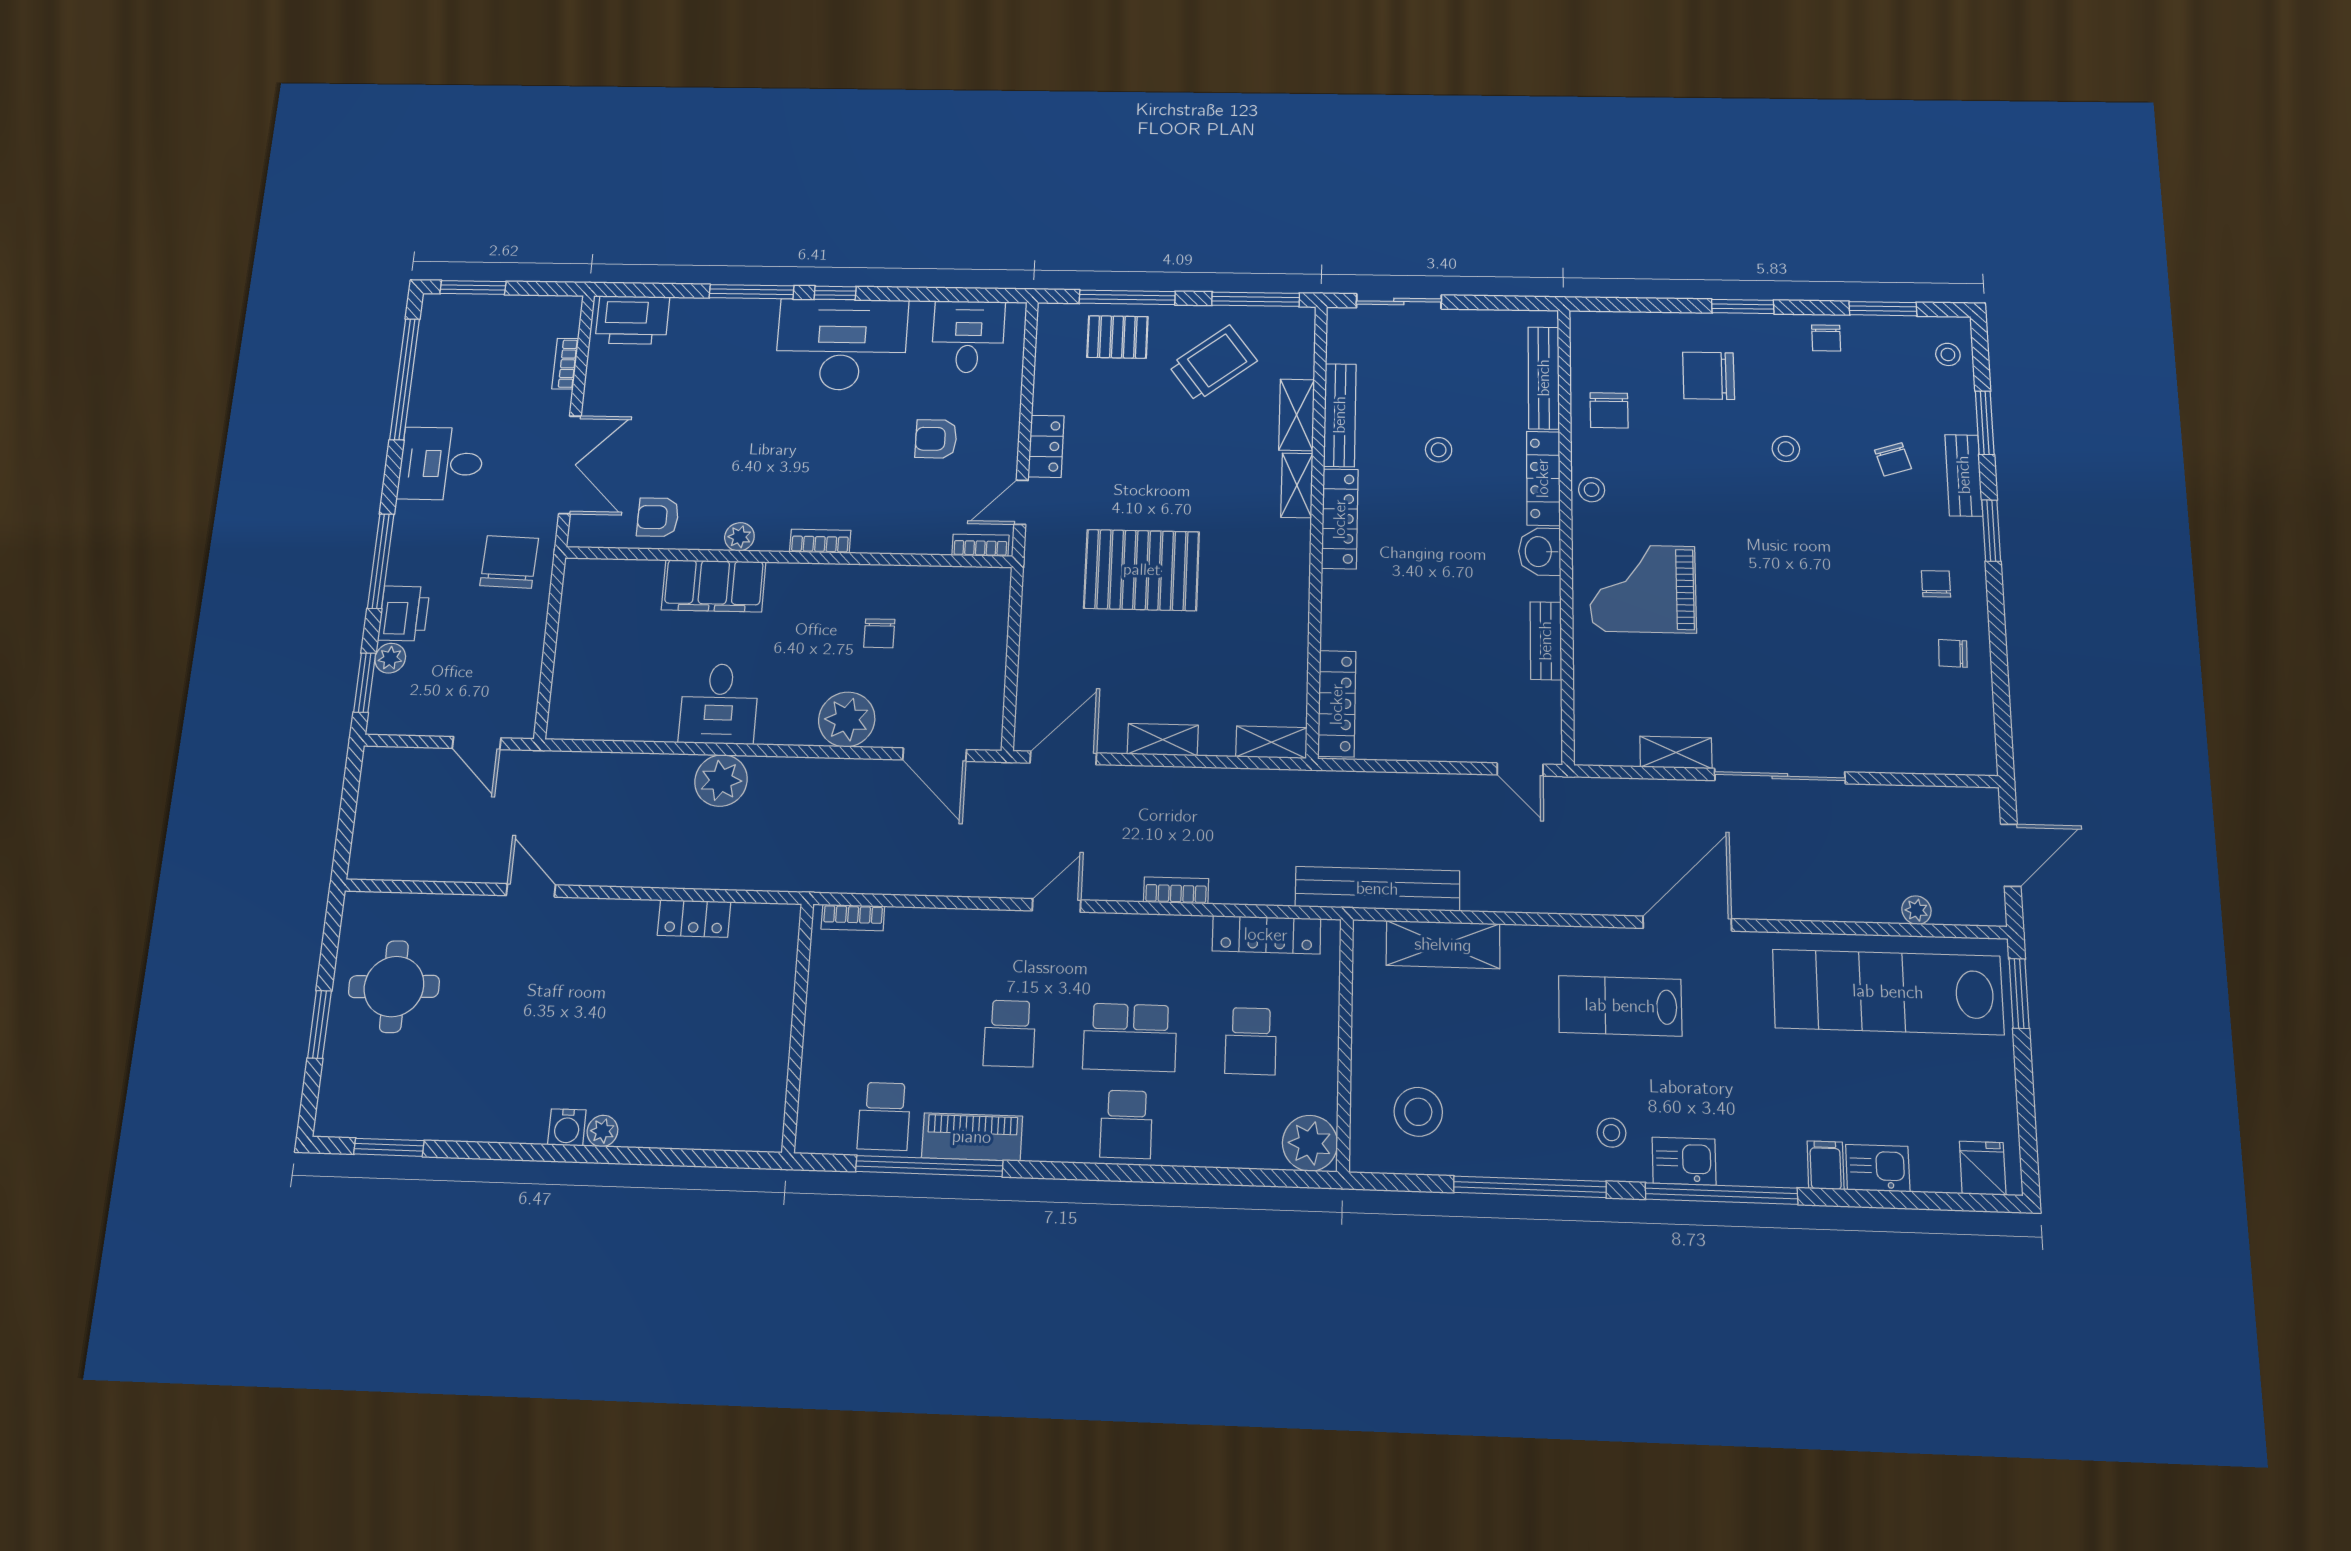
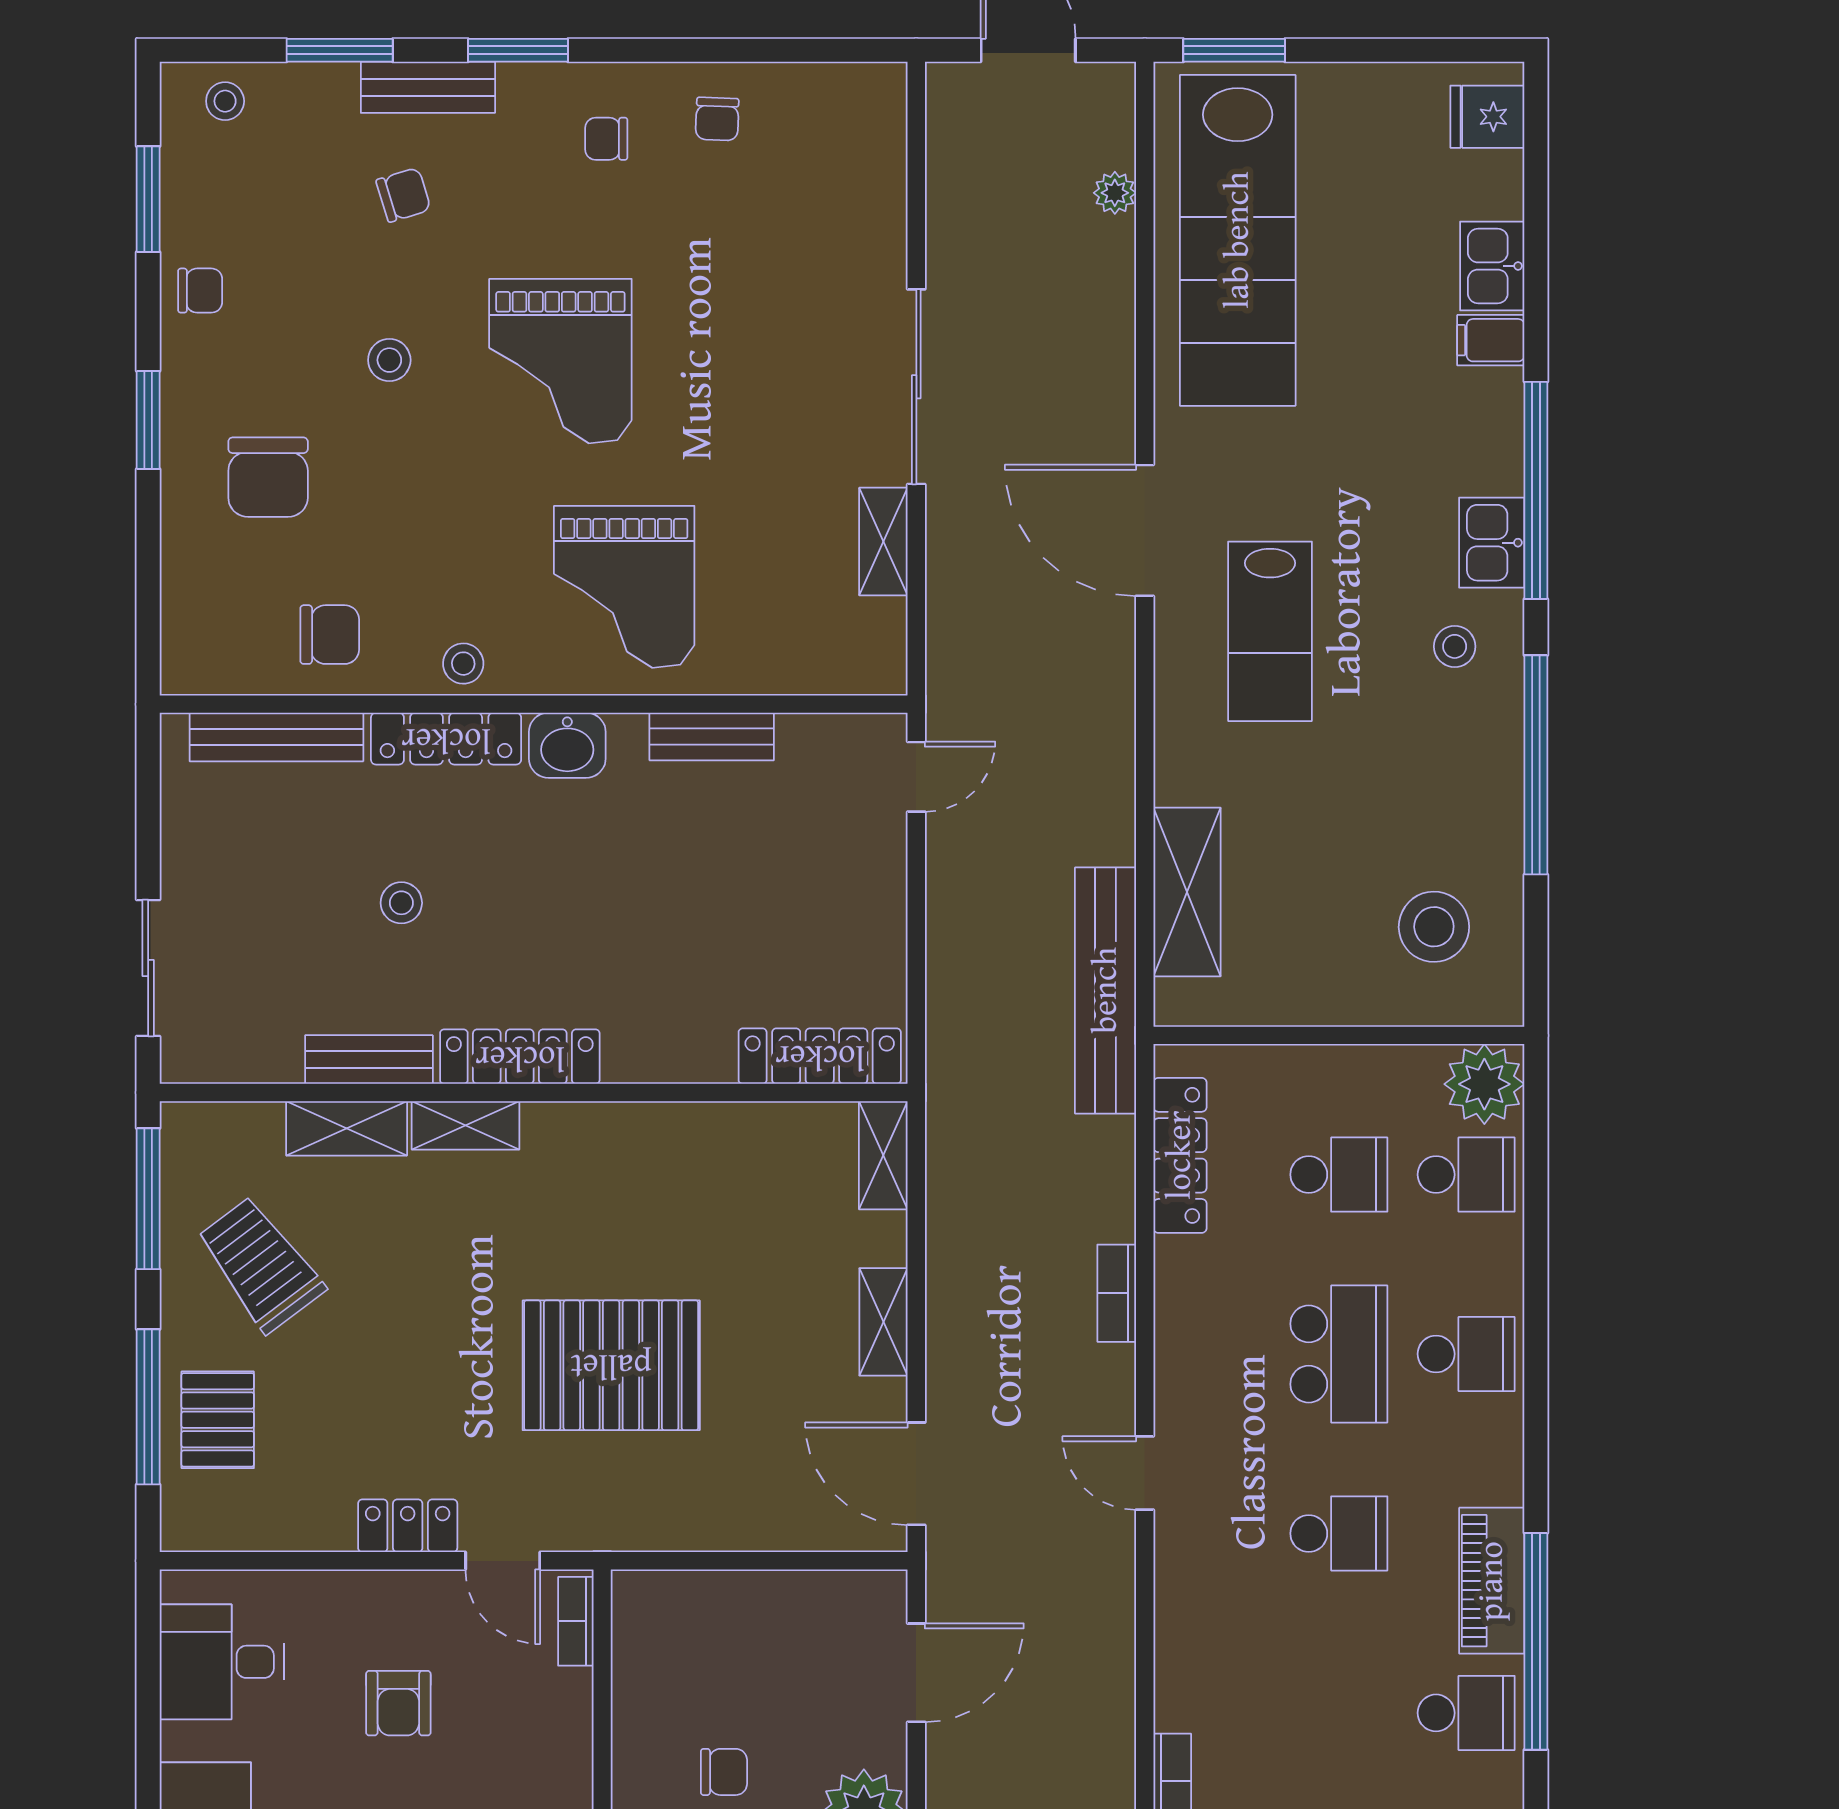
bench: (1340, 415) -> (369, 1060), width x0.73
grand piano: (1789, 553) -> (560, 361), added
pallet: (1142, 570) -> (611, 1365), turned 90
school desk: (1248, 1128) -> (1466, 1175), added

